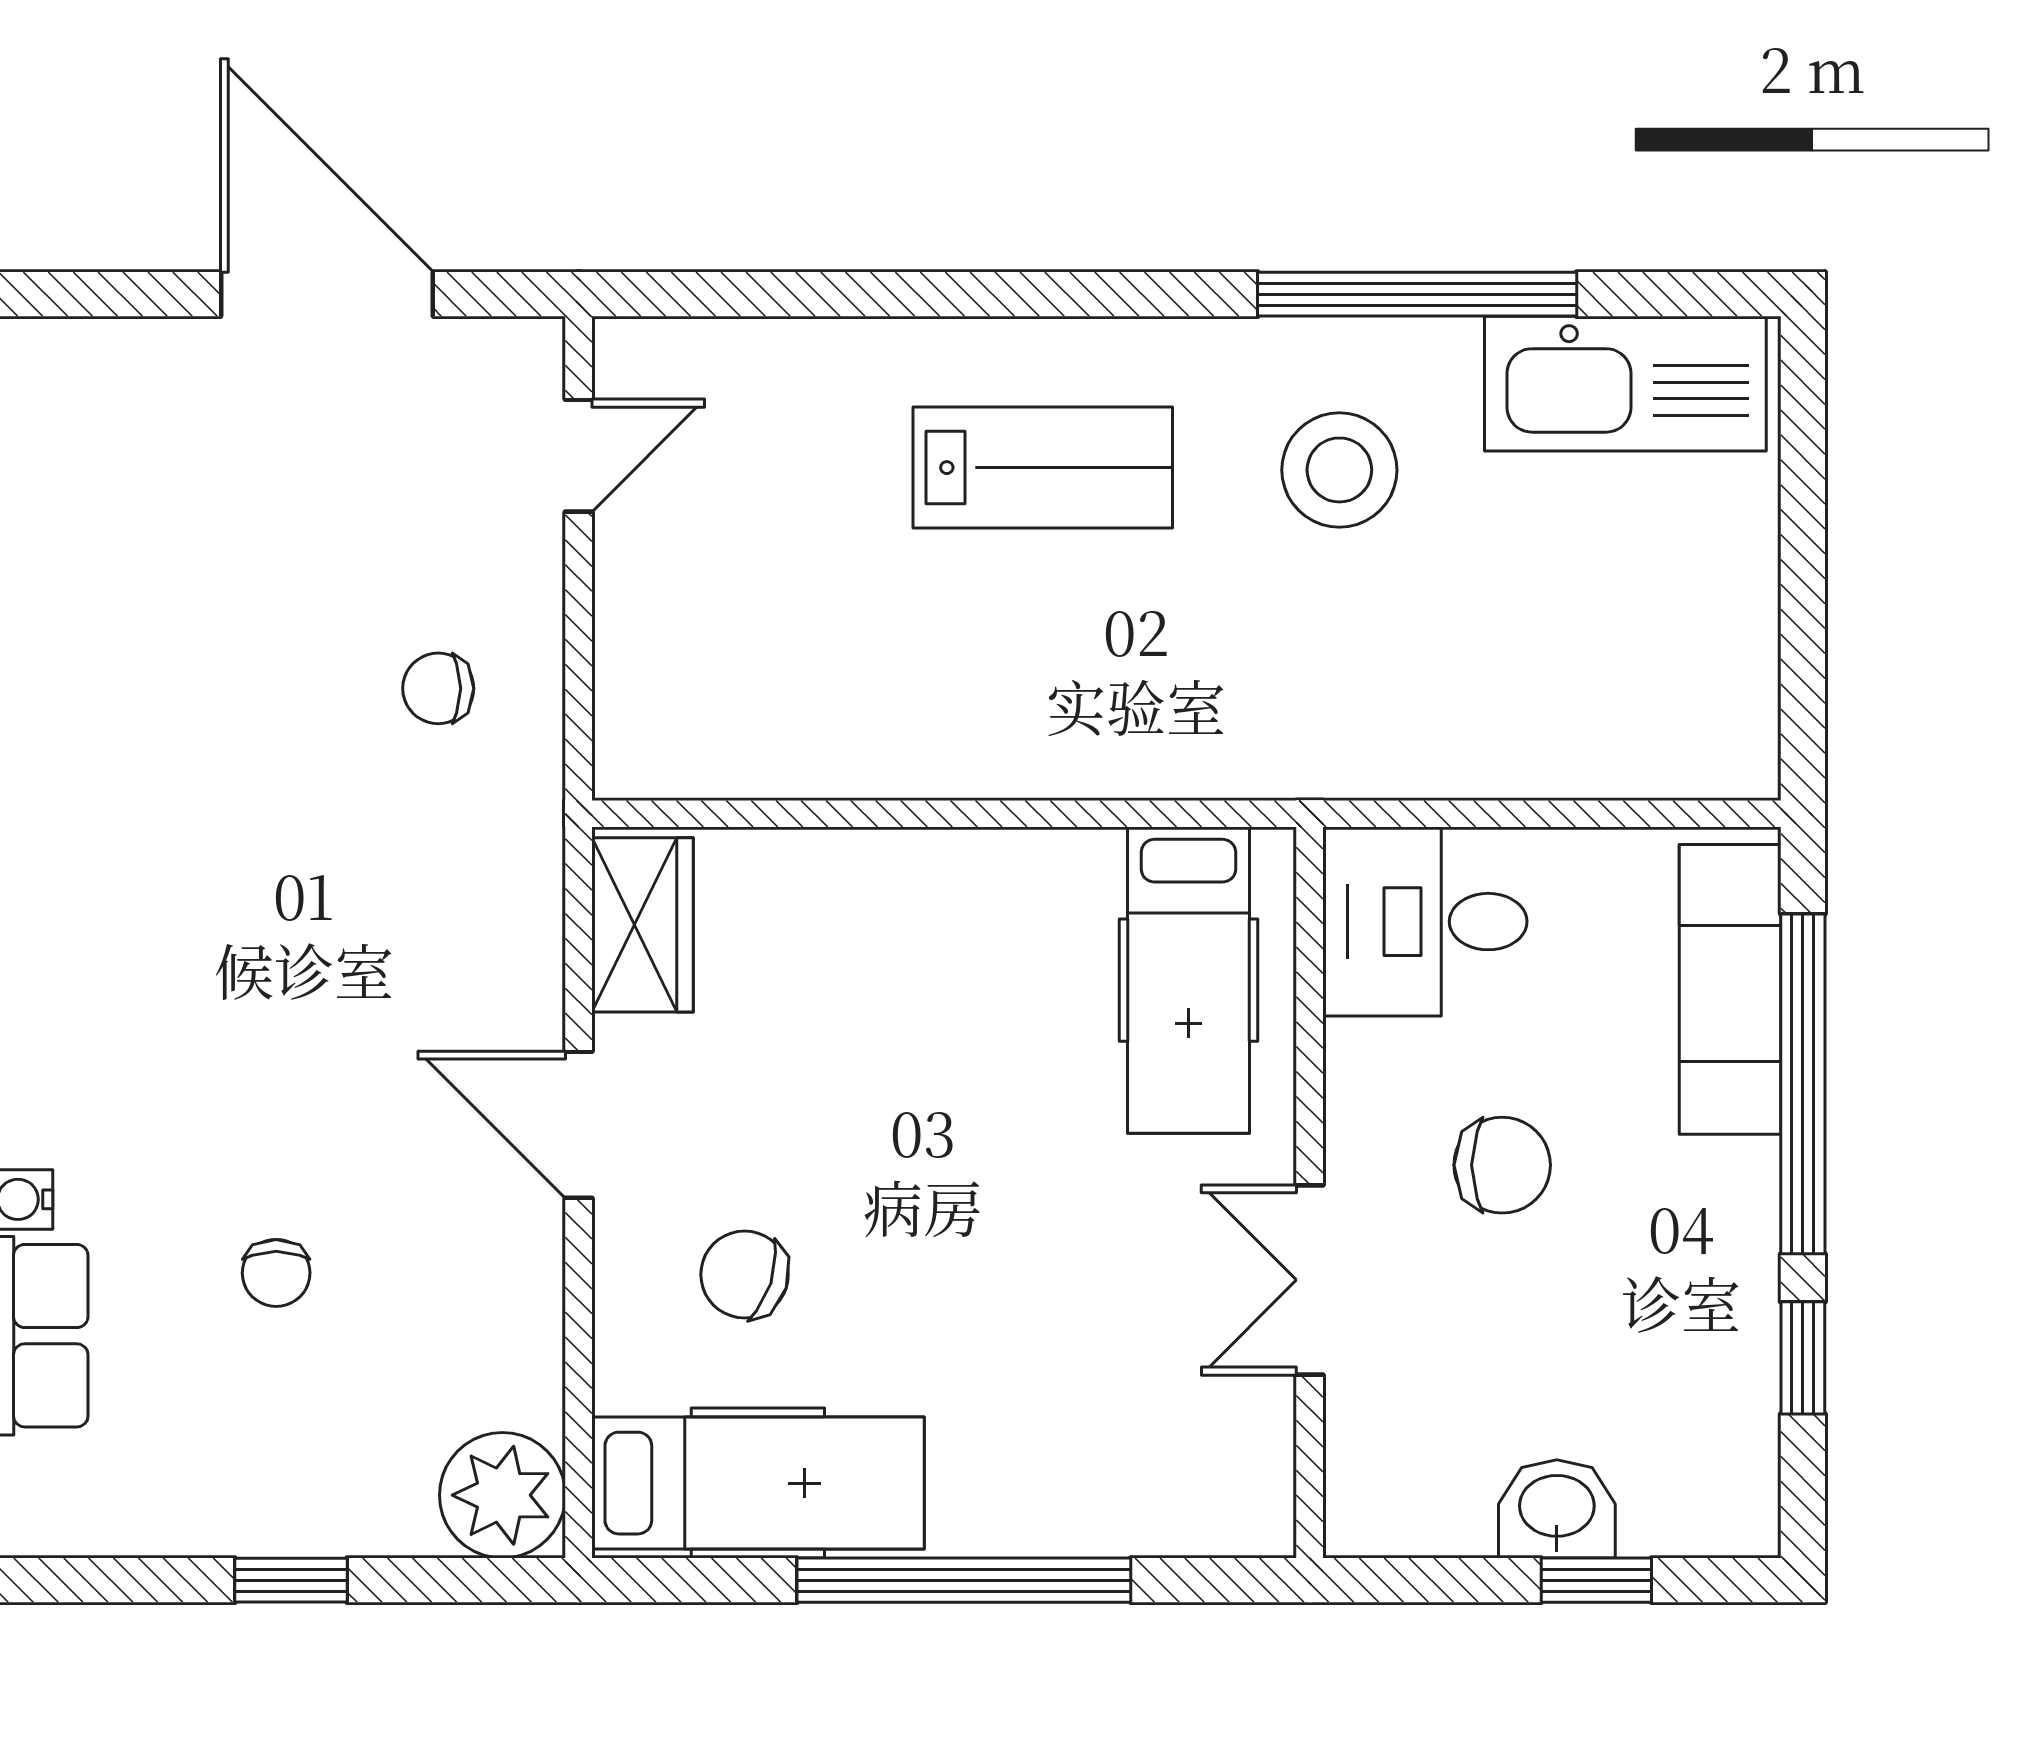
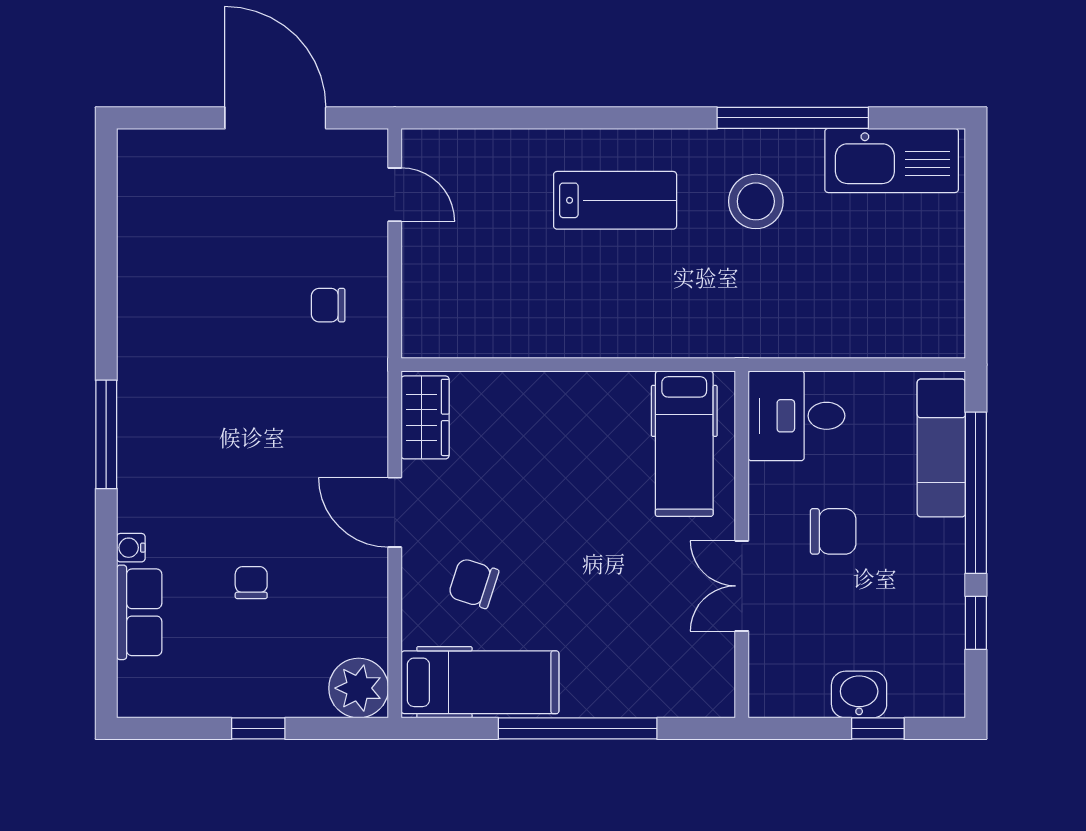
door: (579, 456) -> (395, 195), hinge flipped
chair: (276, 1273) -> (251, 583), turned 180

